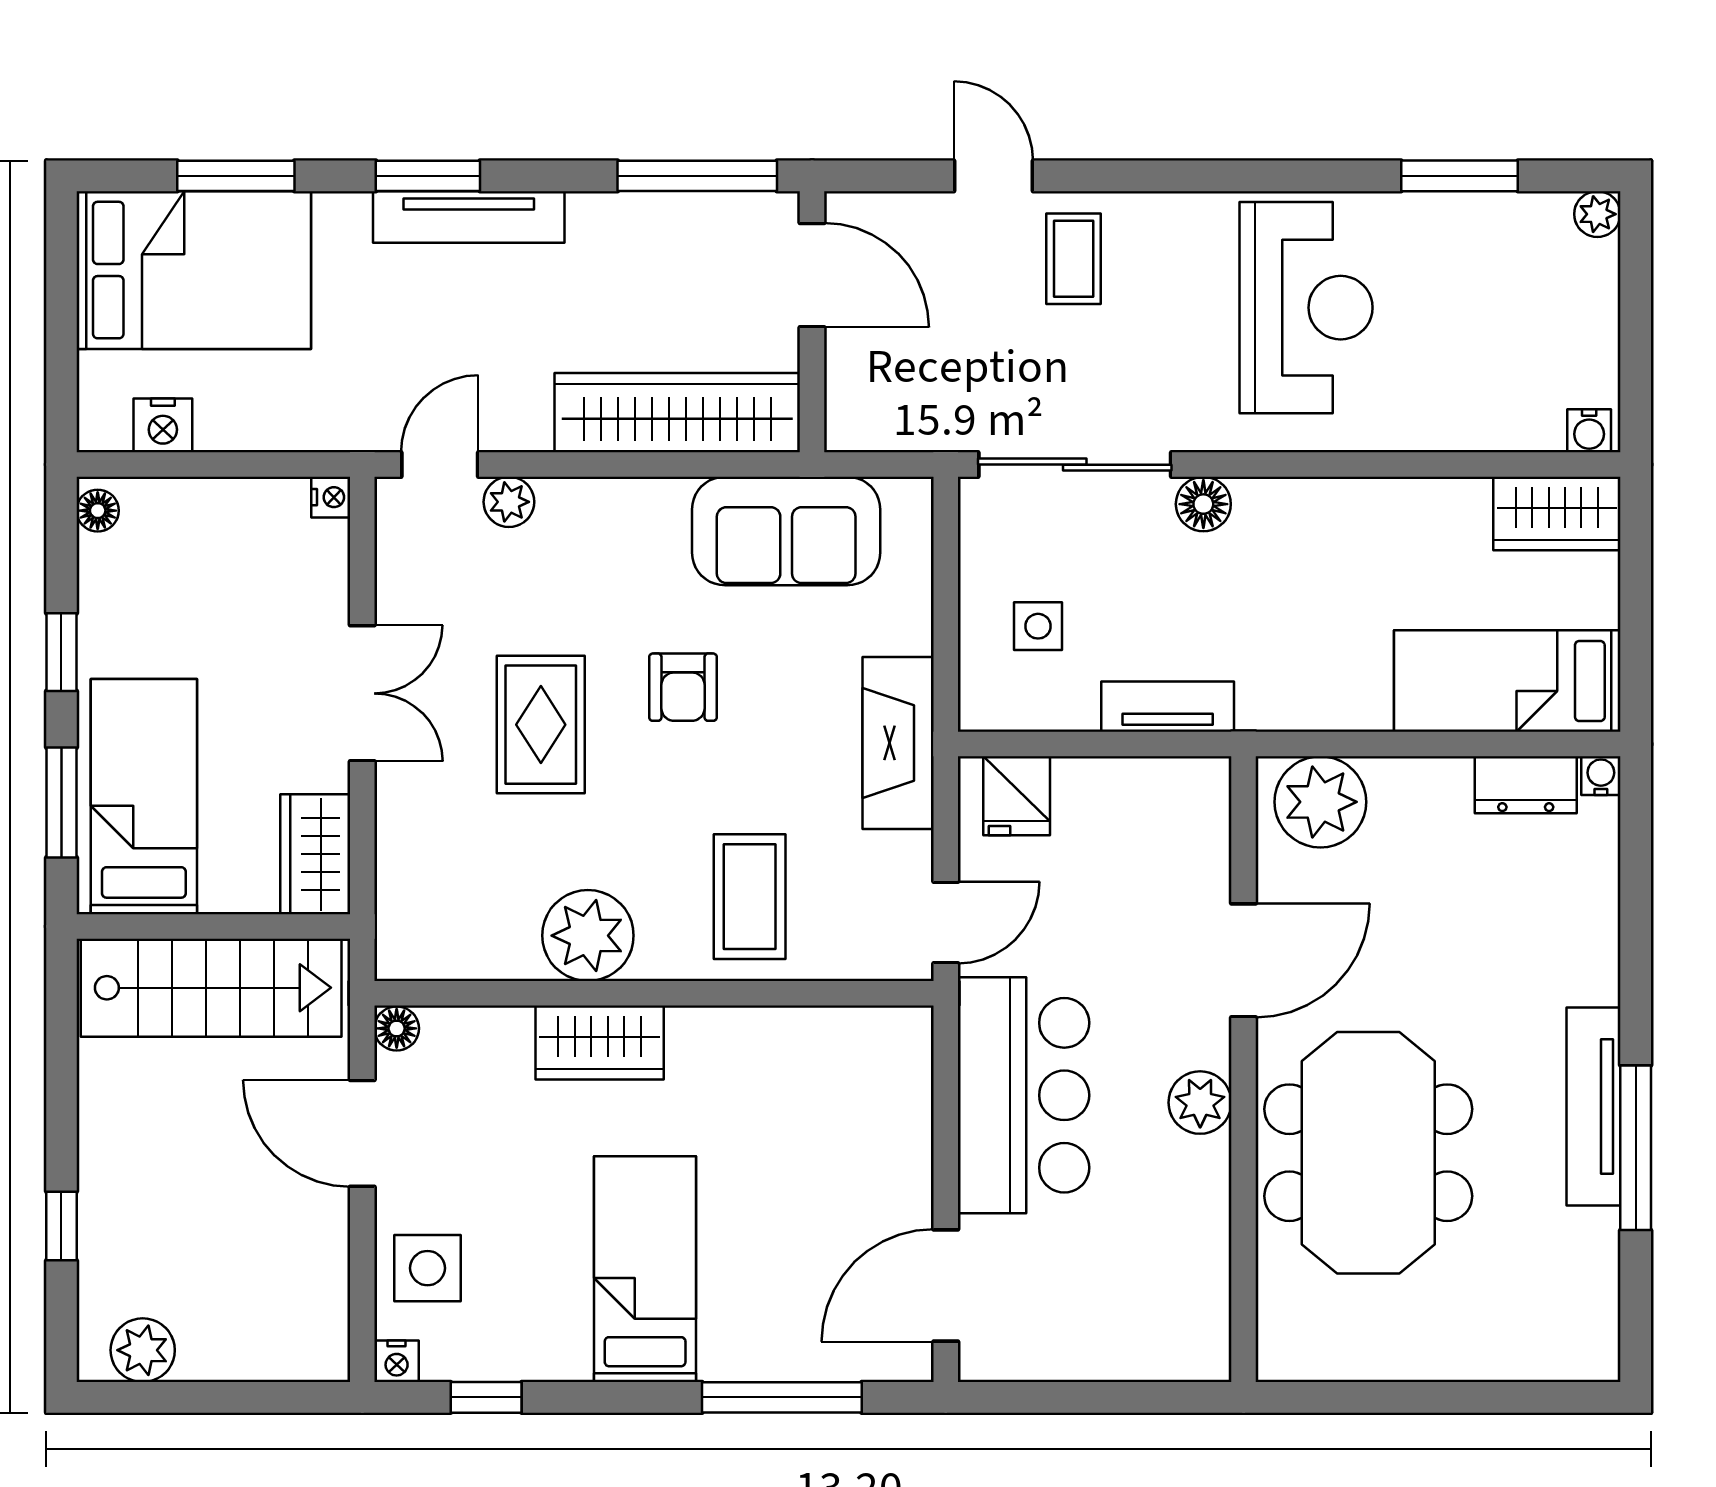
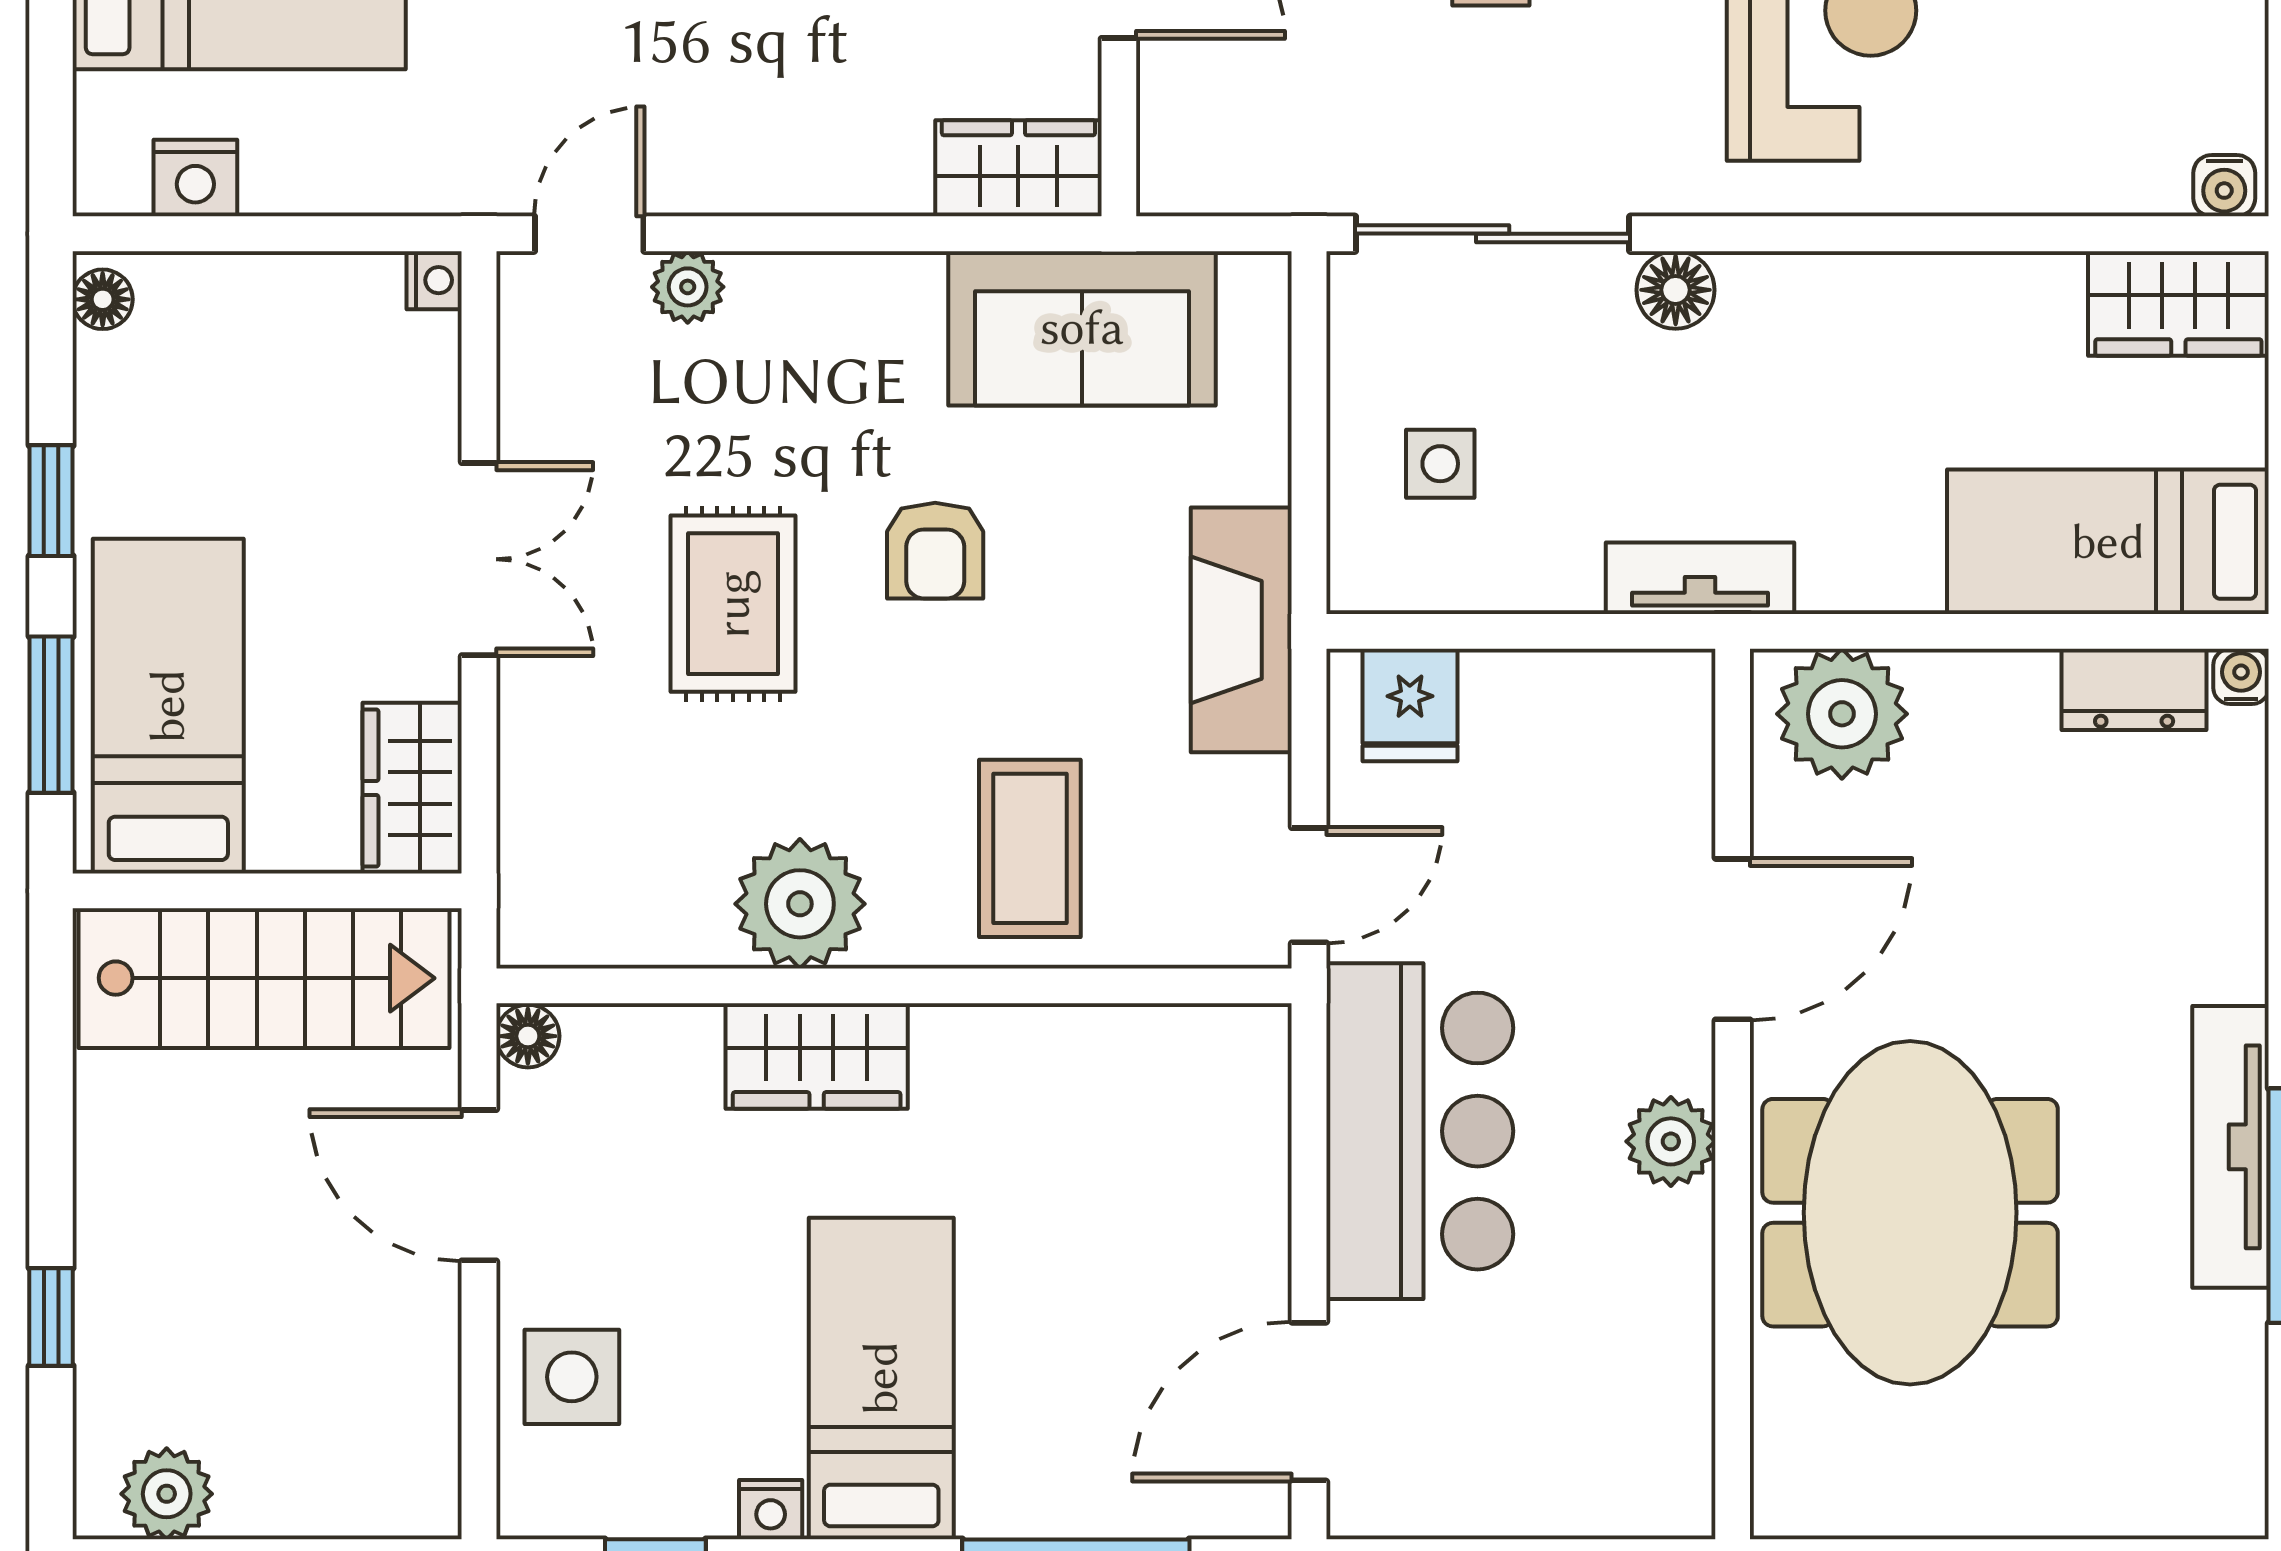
wardrobe: (677, 413) -> (1018, 168), width x0.48, depth x0.85
tv unit: (1168, 707) -> (1700, 578), moved
nightstand: (397, 1361) -> (771, 1510), moved

